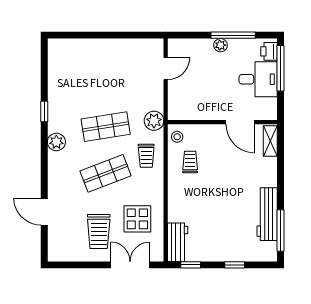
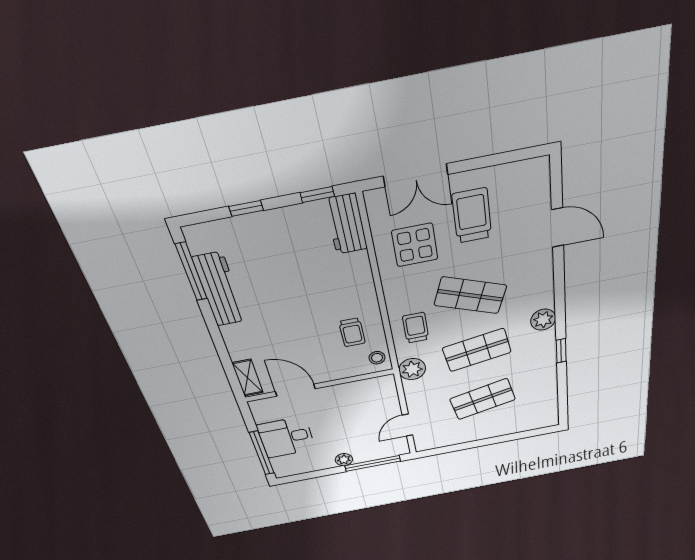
window: (233, 35) -> (373, 463), moved
printer: (269, 51) -> (282, 466), removed
shop shelf: (106, 80) -> (483, 399), added
shop shelf: (106, 173) -> (470, 295), turned 42

